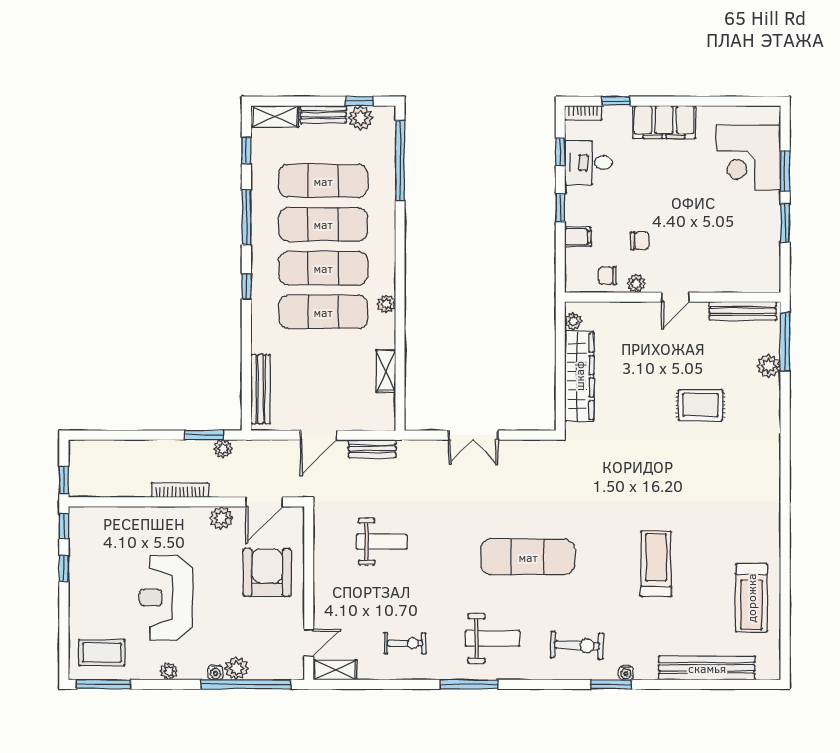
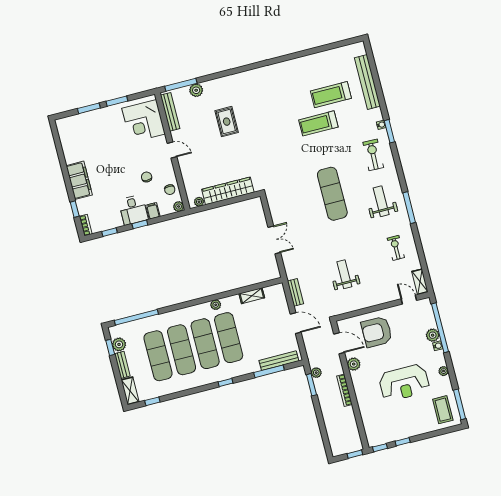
corner desk: (748, 158) -> (143, 121), moved, turned 90
desk: (589, 163) -> (133, 210), moved
window: (246, 217) -> (269, 371), moved
plant: (636, 283) -> (179, 207), moved
treadmill: (751, 598) -> (331, 95), moved, turned 180

